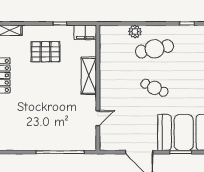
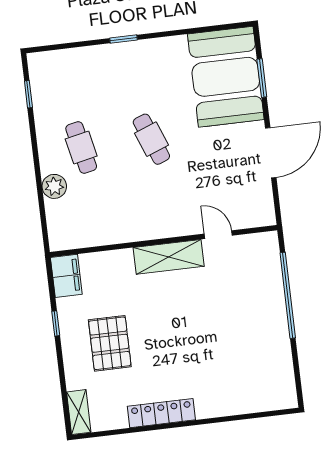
cafe table: (154, 49) -> (81, 148), width x0.73, depth x0.74
shelving: (89, 76) -> (169, 257), moved
cafe table: (154, 88) -> (151, 139), turned -45

